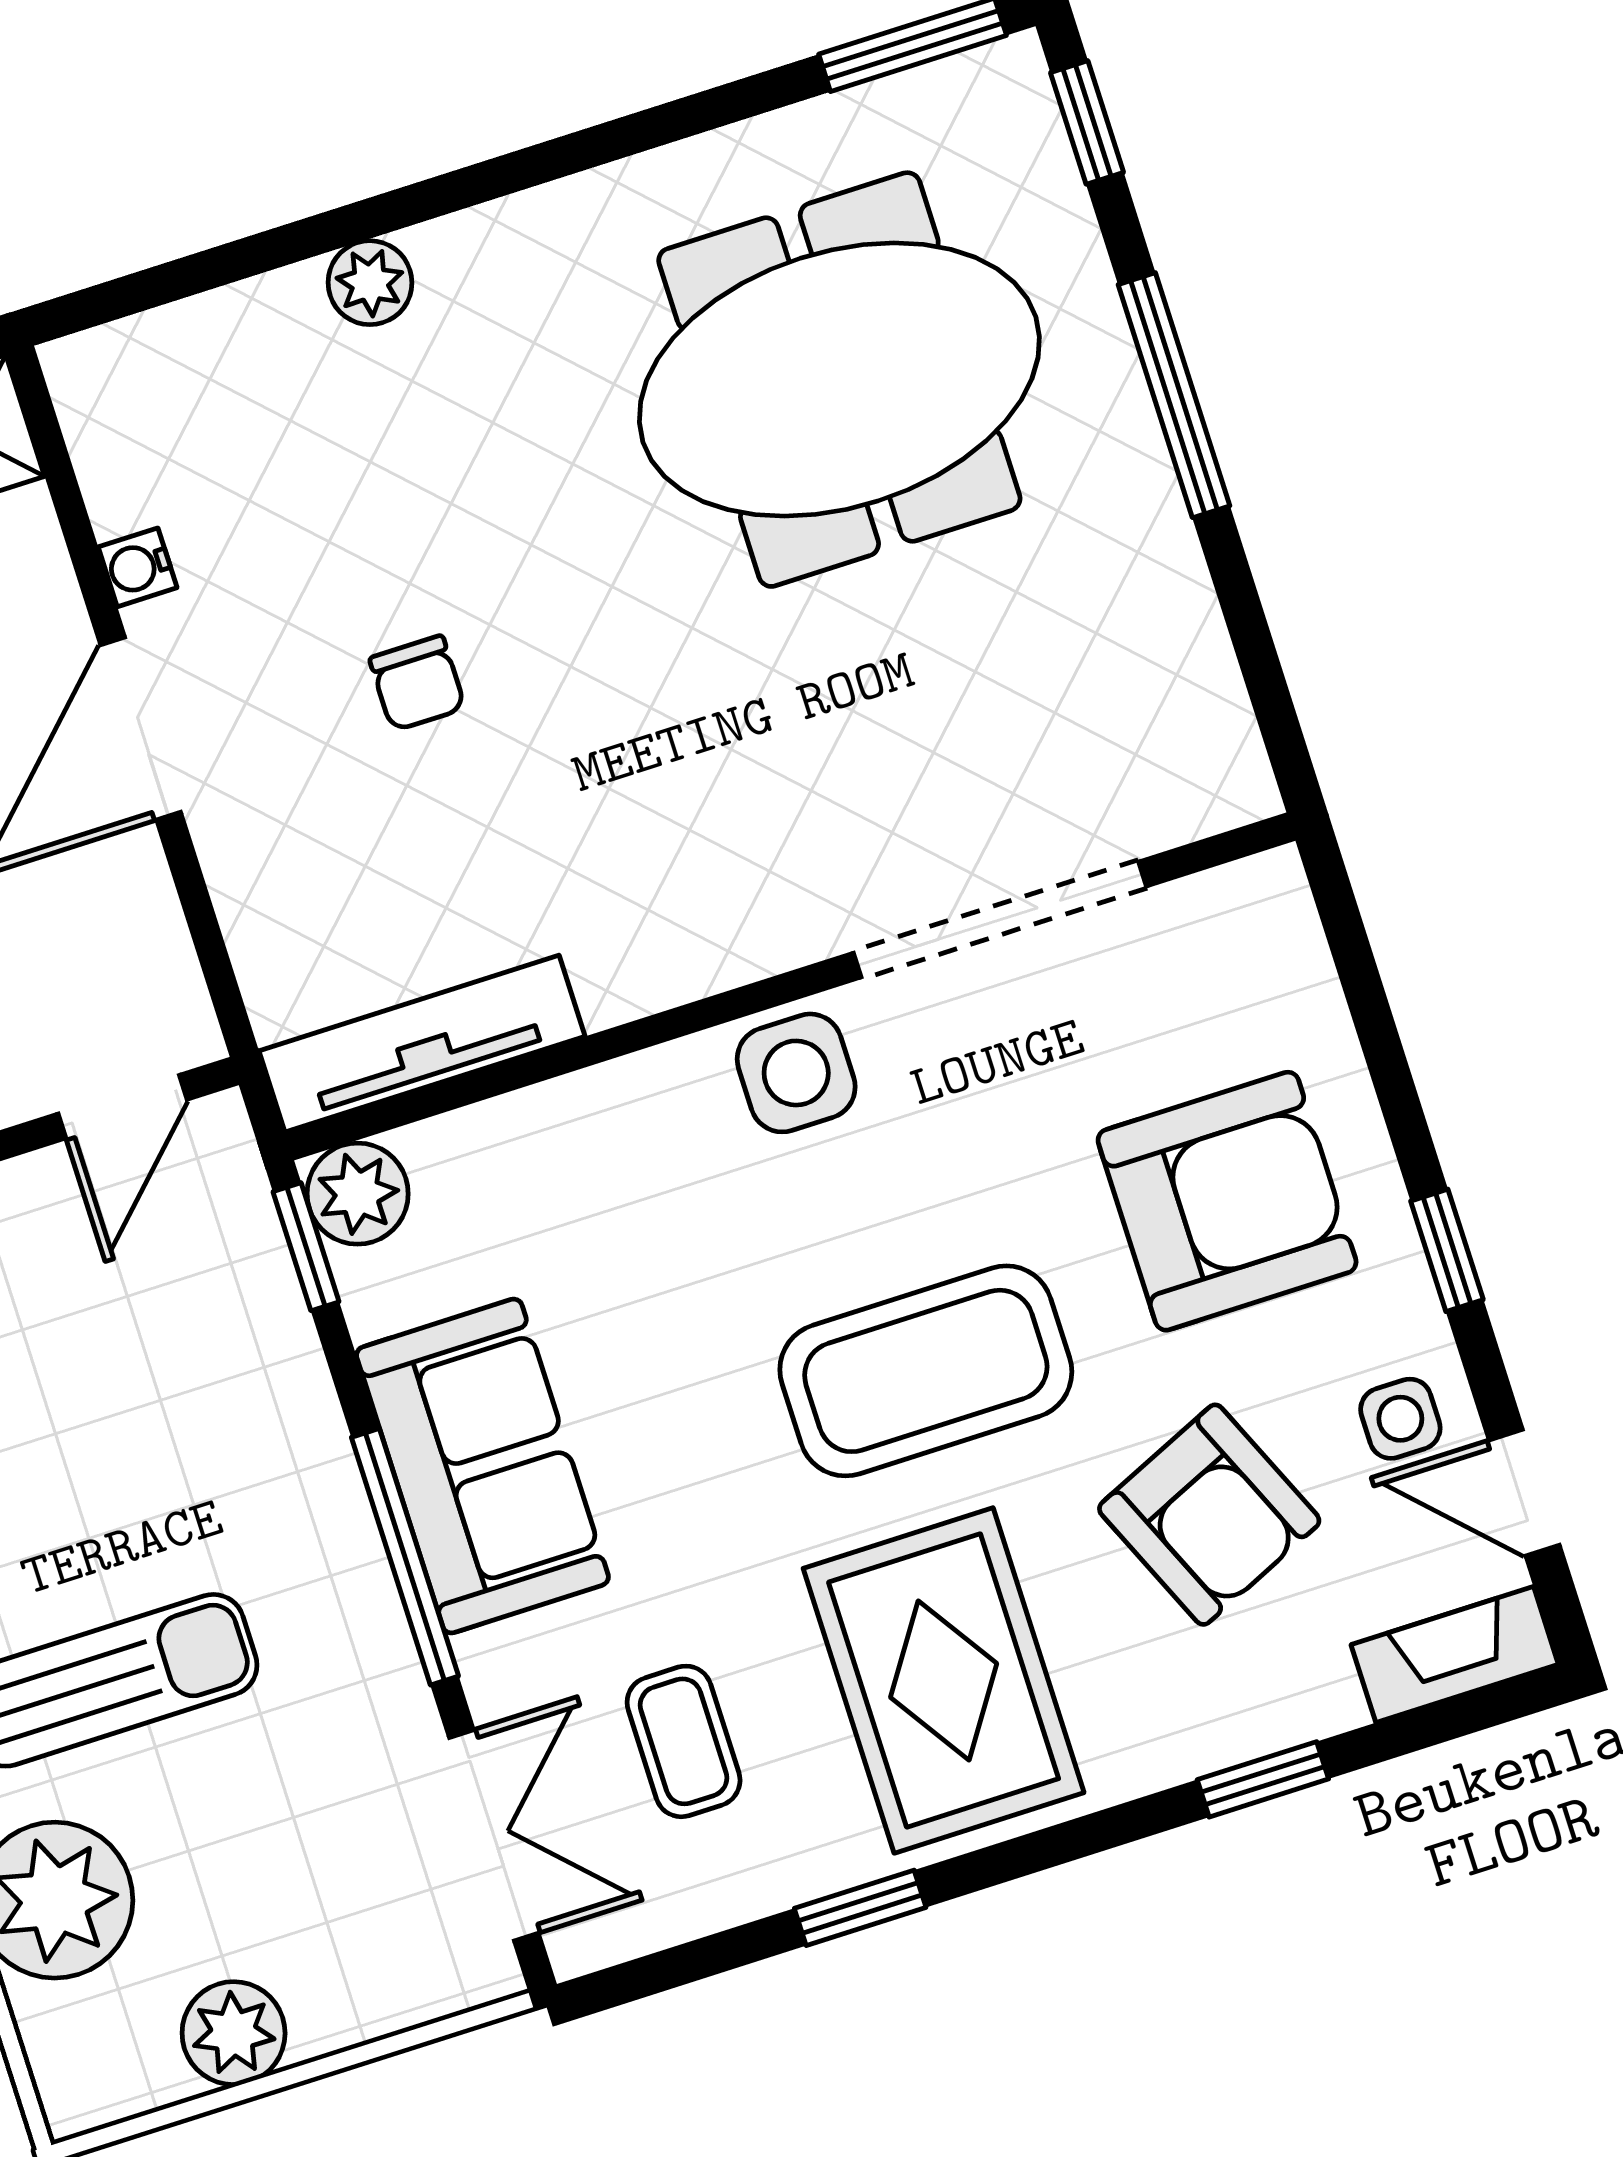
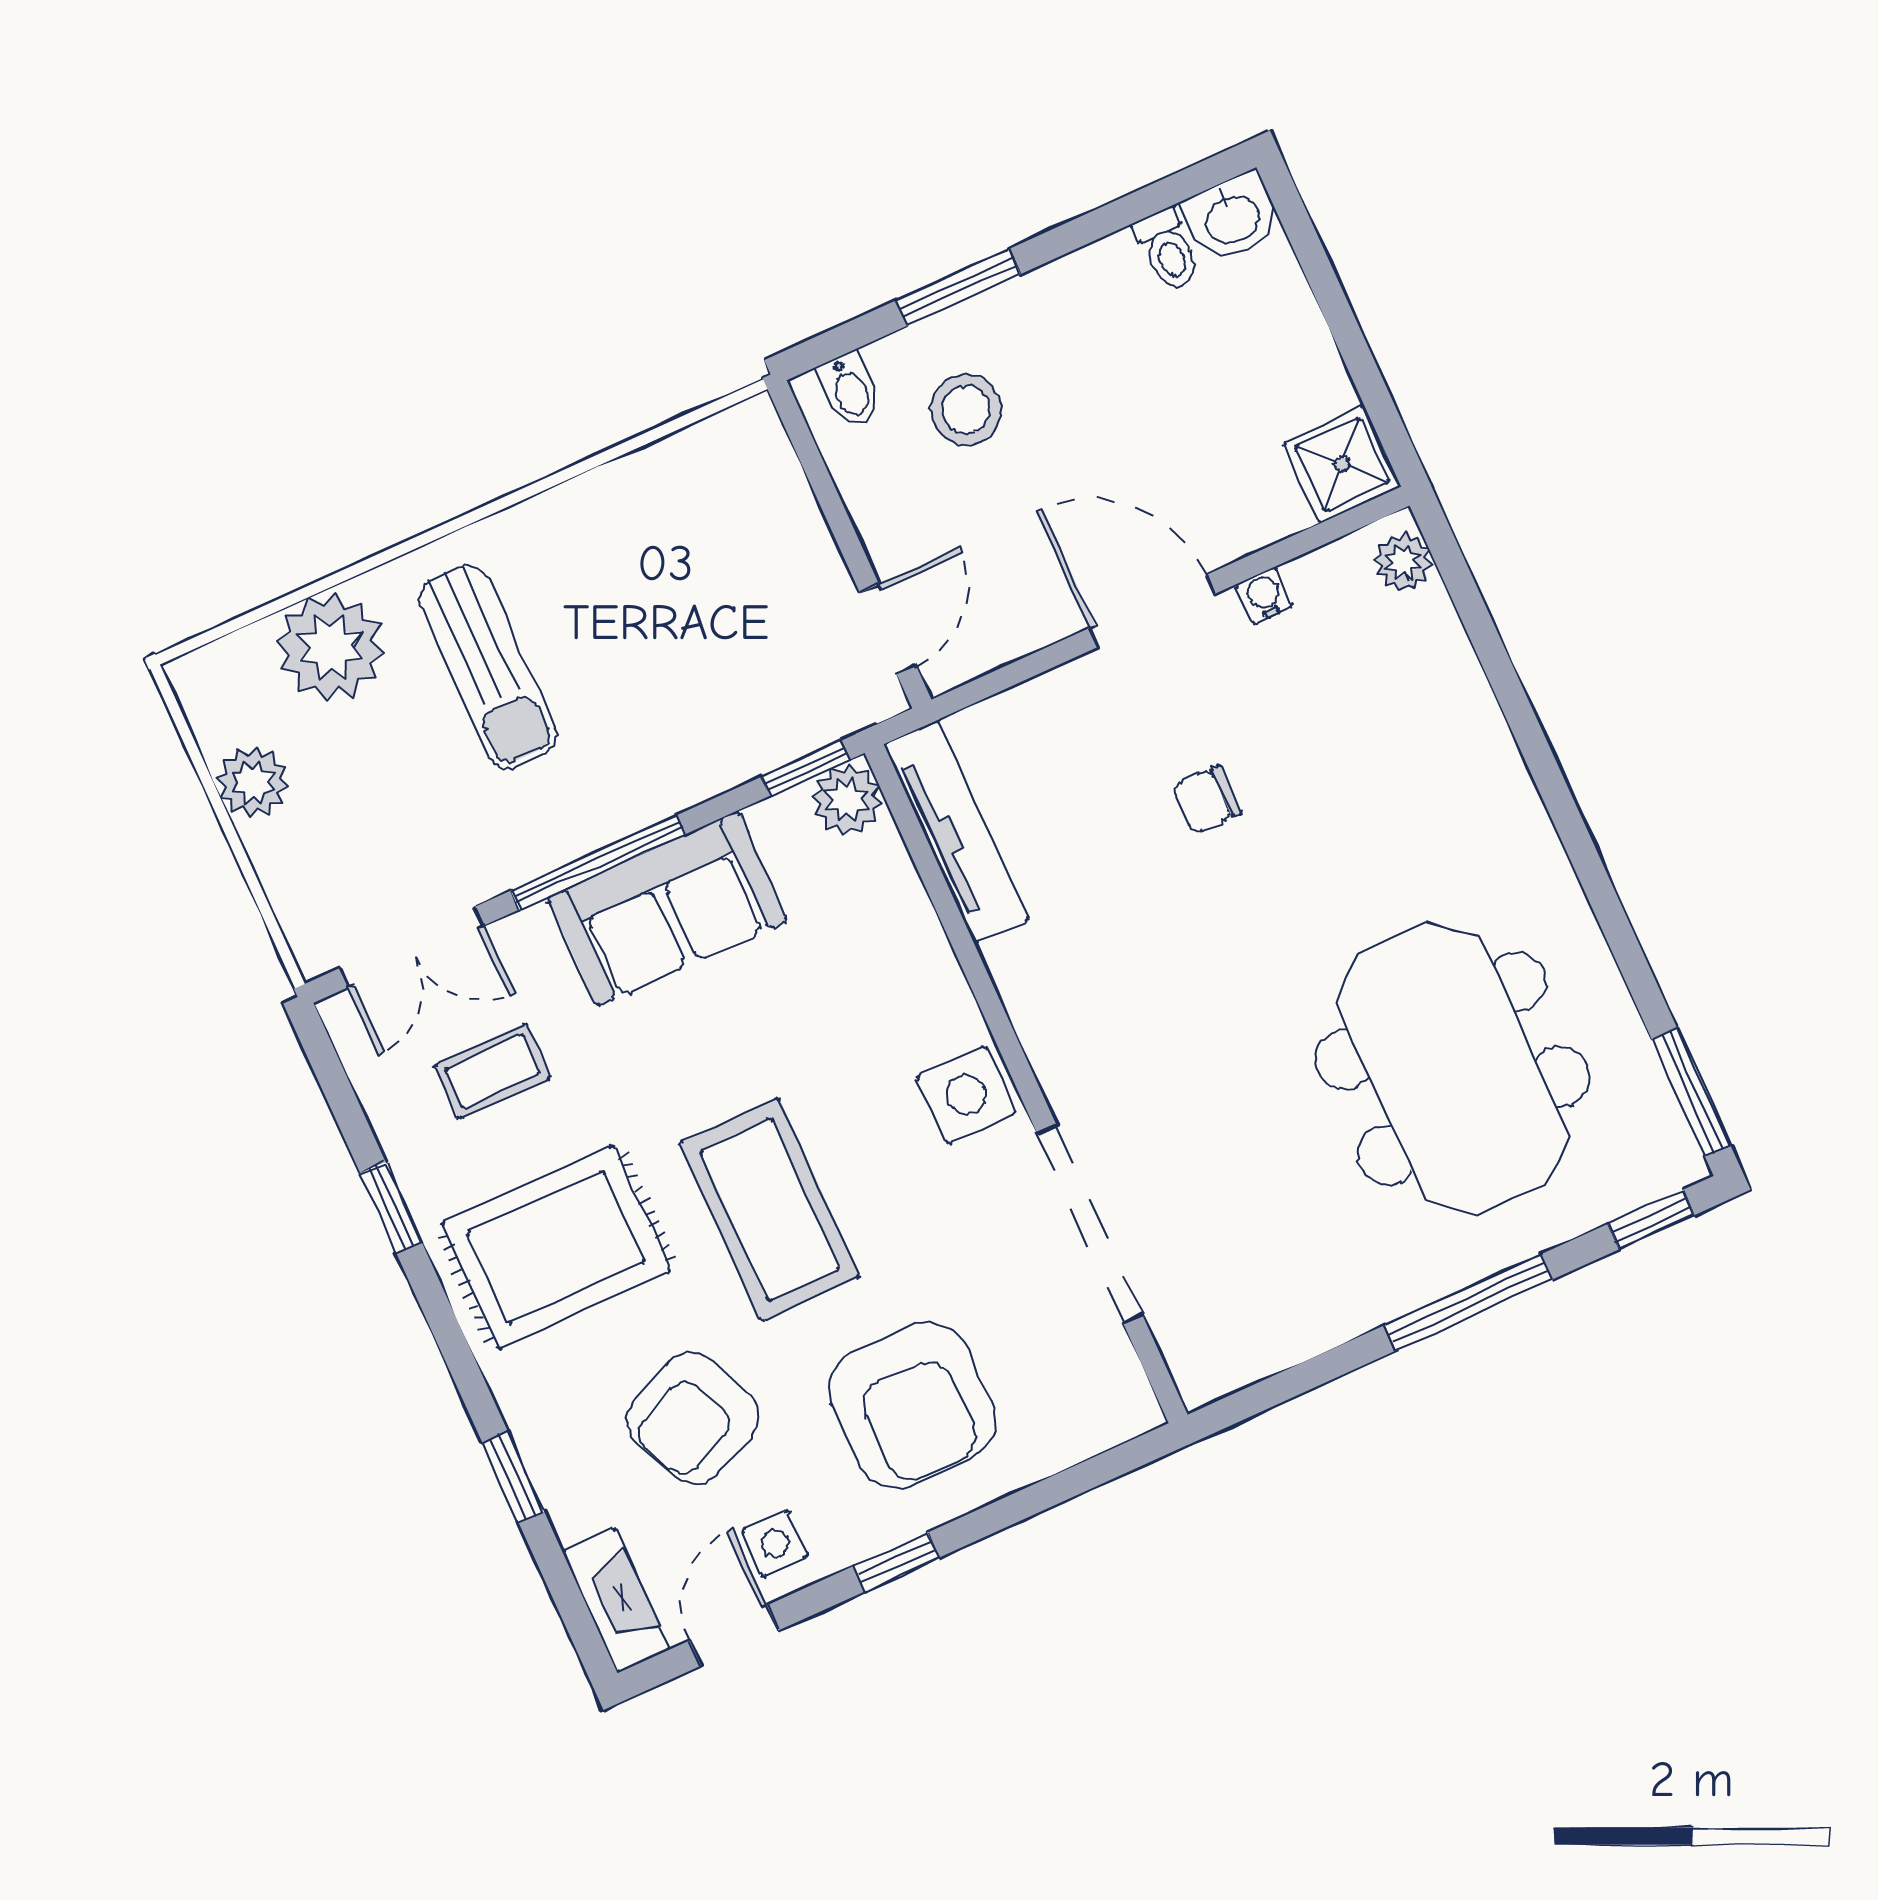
plant: (370, 283) -> (1403, 562), moved
door: (123, 1107) -> (888, 629), swing flipped

